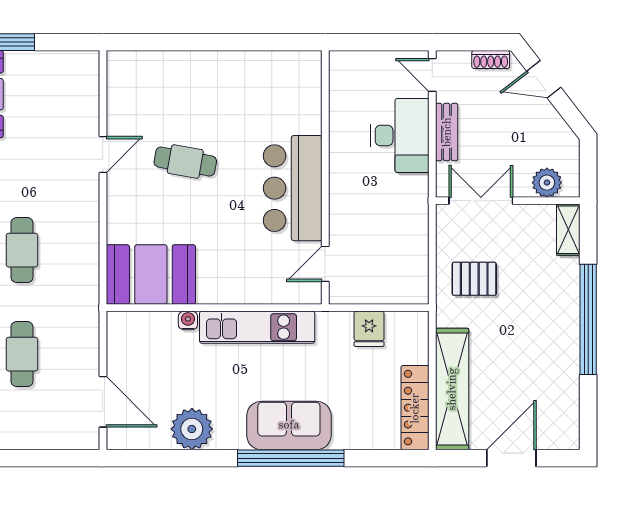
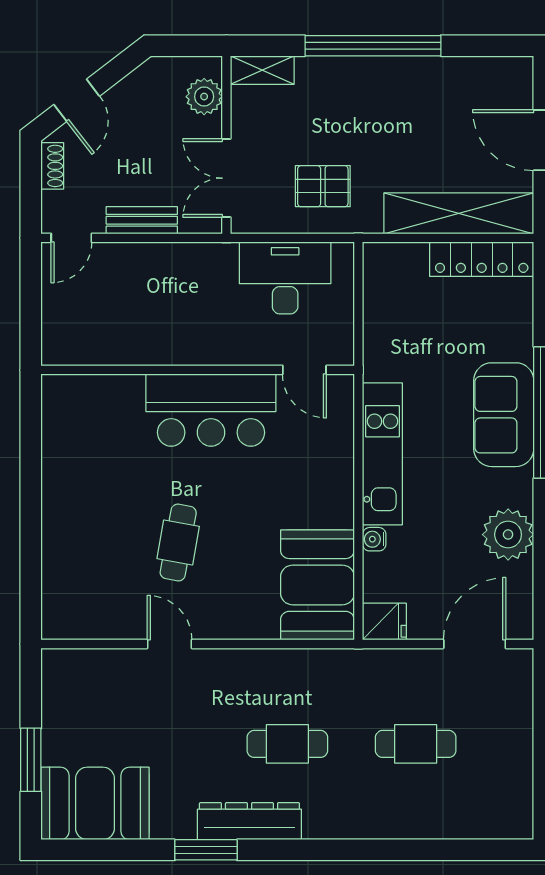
desk: (400, 135) -> (285, 278), moved
pallet: (474, 279) -> (323, 186), turned 90
fridge: (369, 329) -> (384, 622), moved

